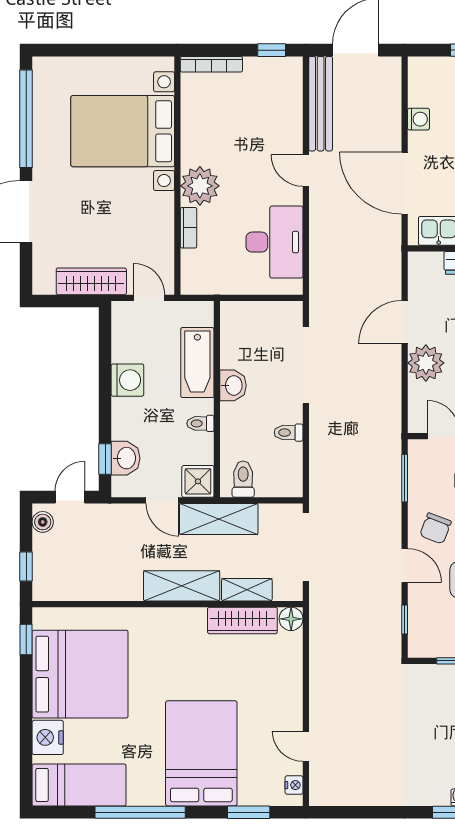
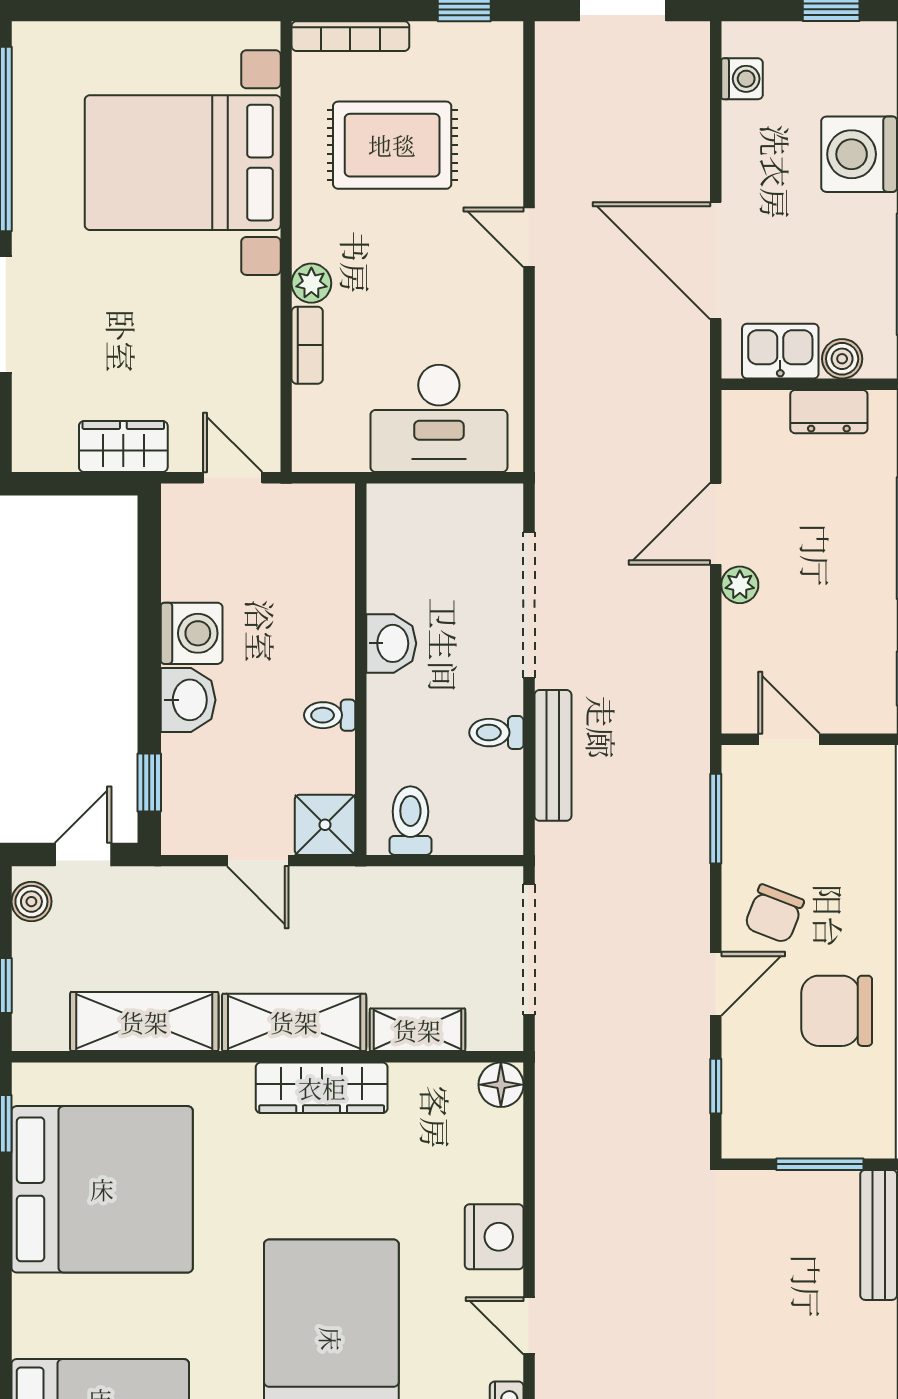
bench: (321, 104) -> (553, 755), moved, width x0.73, depth x0.82
washing machine: (418, 119) -> (742, 79), moved
rug: (233, 122) -> (392, 145), added
plant: (200, 186) -> (311, 283), width x0.53, depth x0.53
desk: (274, 242) -> (439, 418), moved, turned 90
wardrobe: (91, 281) -> (123, 447), width x0.67
bathtub: (197, 363) -> (324, 600), removed
plant: (426, 363) -> (740, 585), width x0.53, depth x0.53
washbasin: (126, 458) -> (188, 700), moved
shelving: (219, 519) -> (144, 1022), moved
door: (405, 565) -> (716, 984), hinge flipped
wardrobe: (242, 620) -> (322, 1088), moved
nightstand: (48, 737) -> (494, 1237), moved, turned 180

